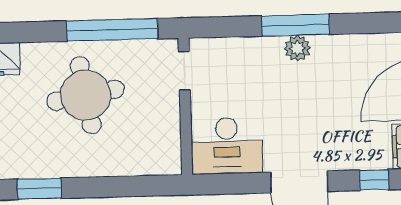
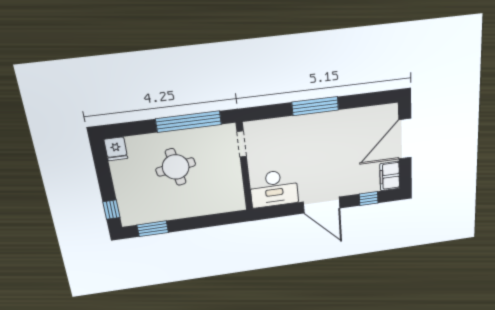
plant: (297, 48) -> (317, 121), removed
round table: (86, 95) -> (176, 167), width x0.73, depth x0.73

